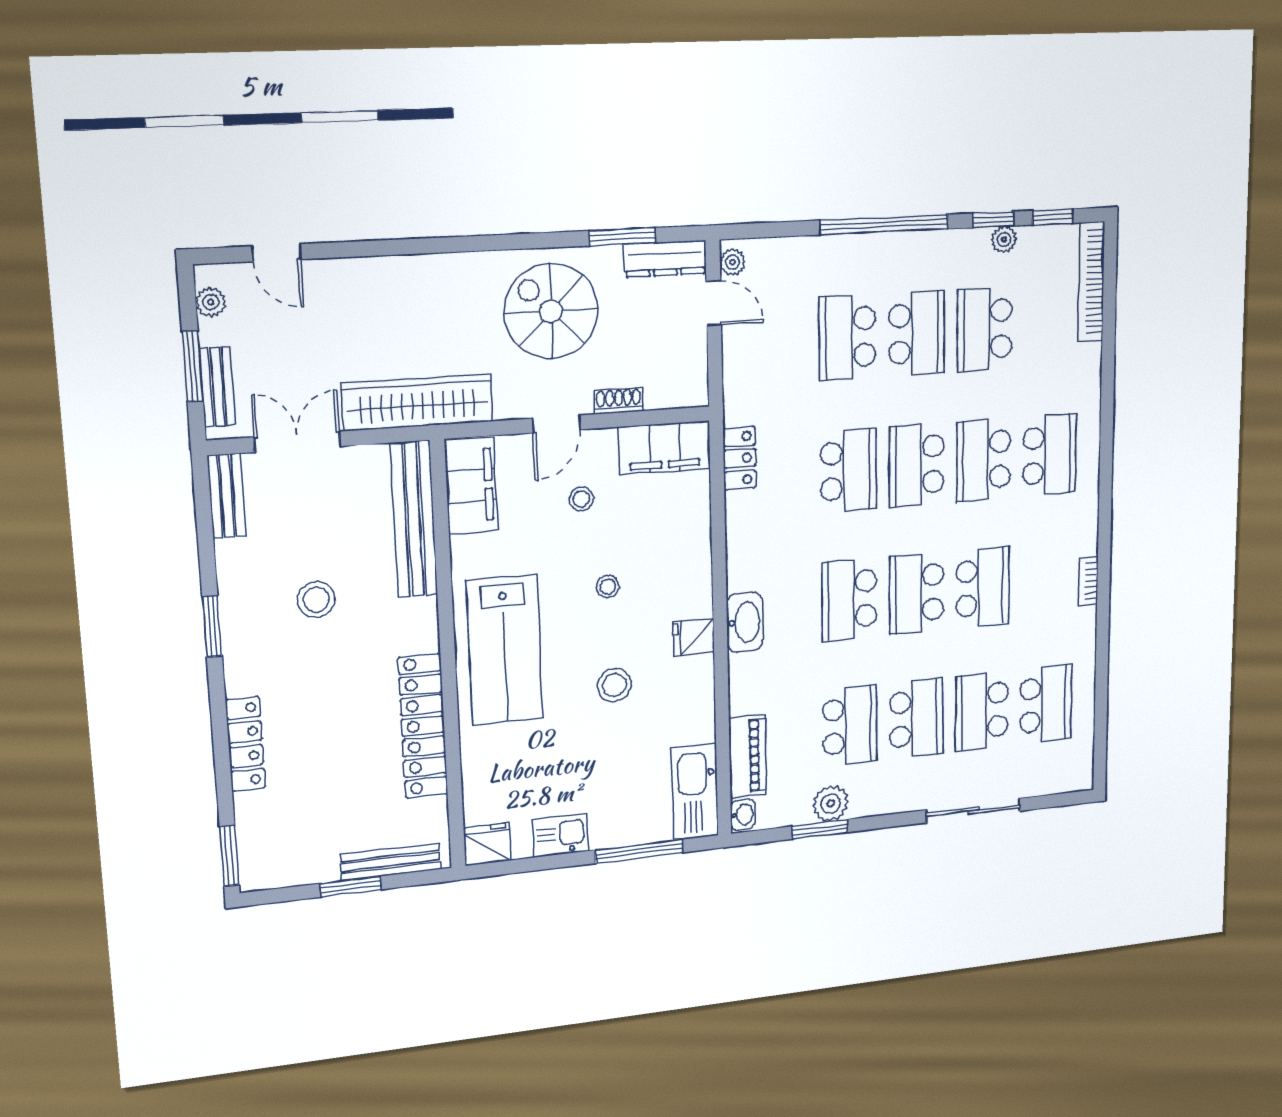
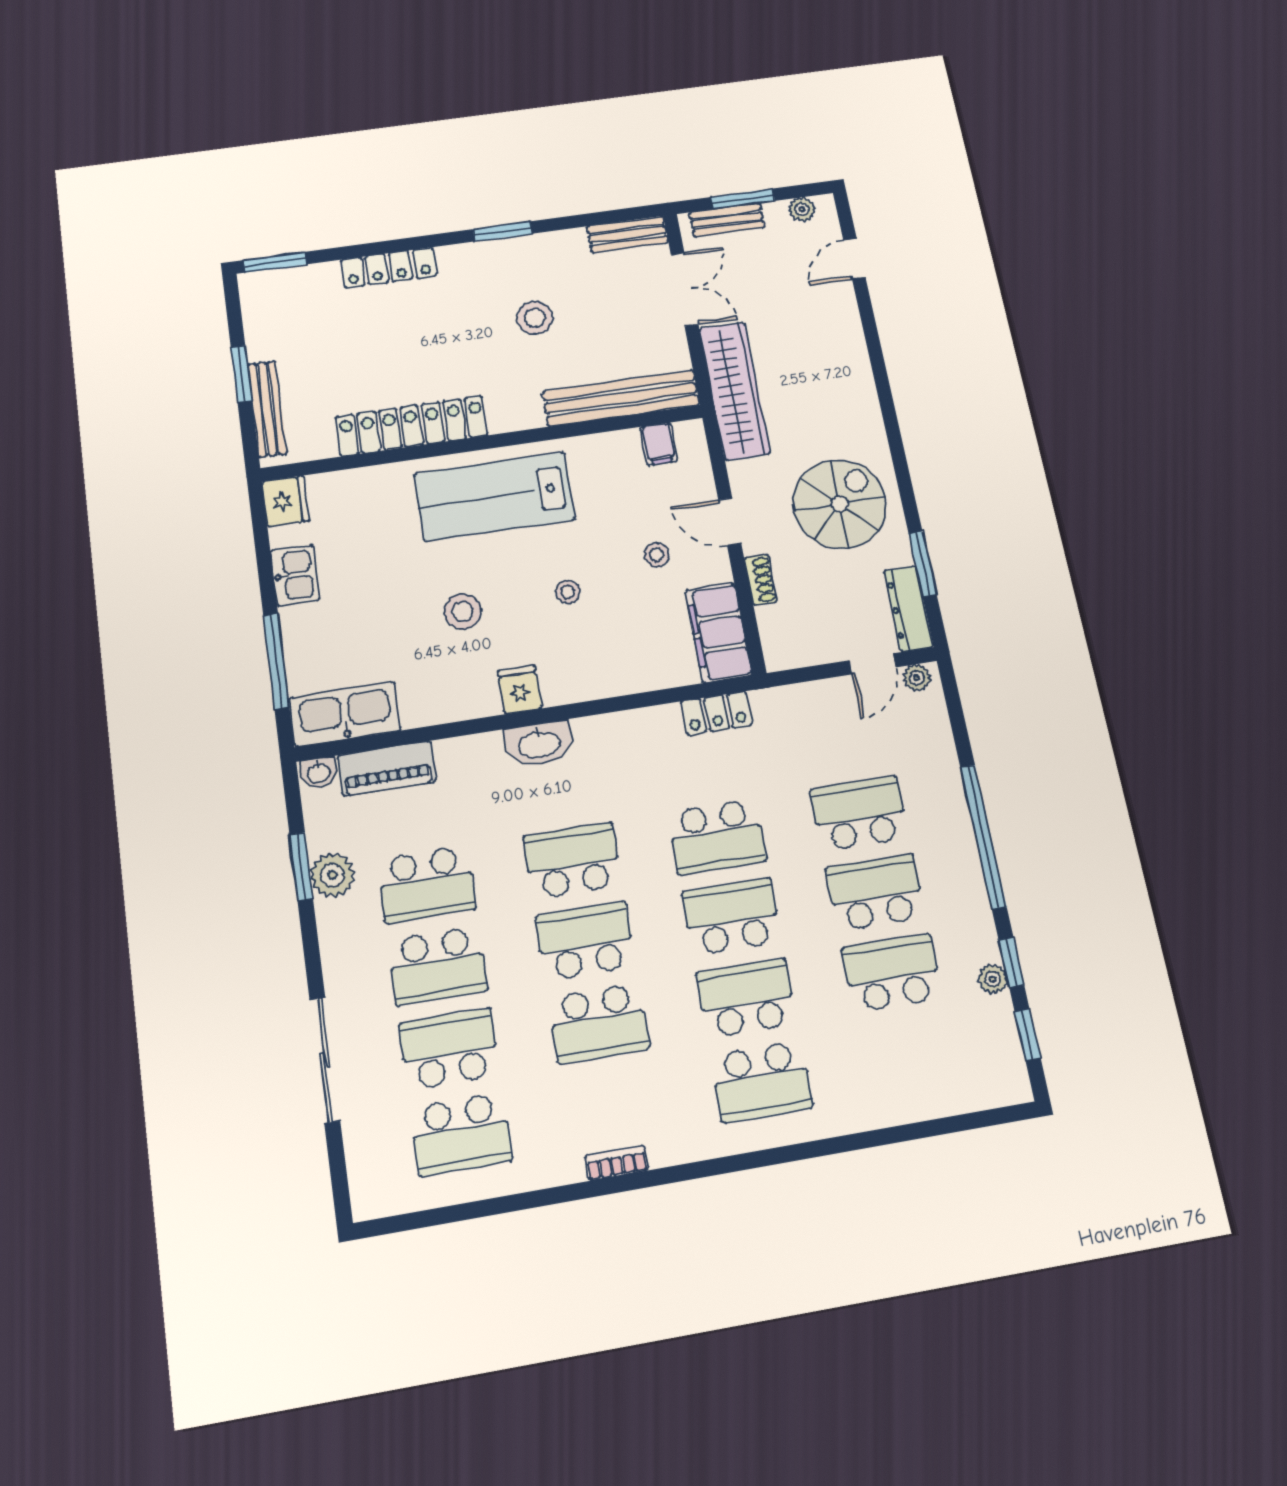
bookcase: (1091, 282) -> (965, 1097), removed
school desk: (917, 333) -> (875, 892), turned 180
filing cabinet: (471, 485) -> (659, 444), width x0.33, depth x0.86

